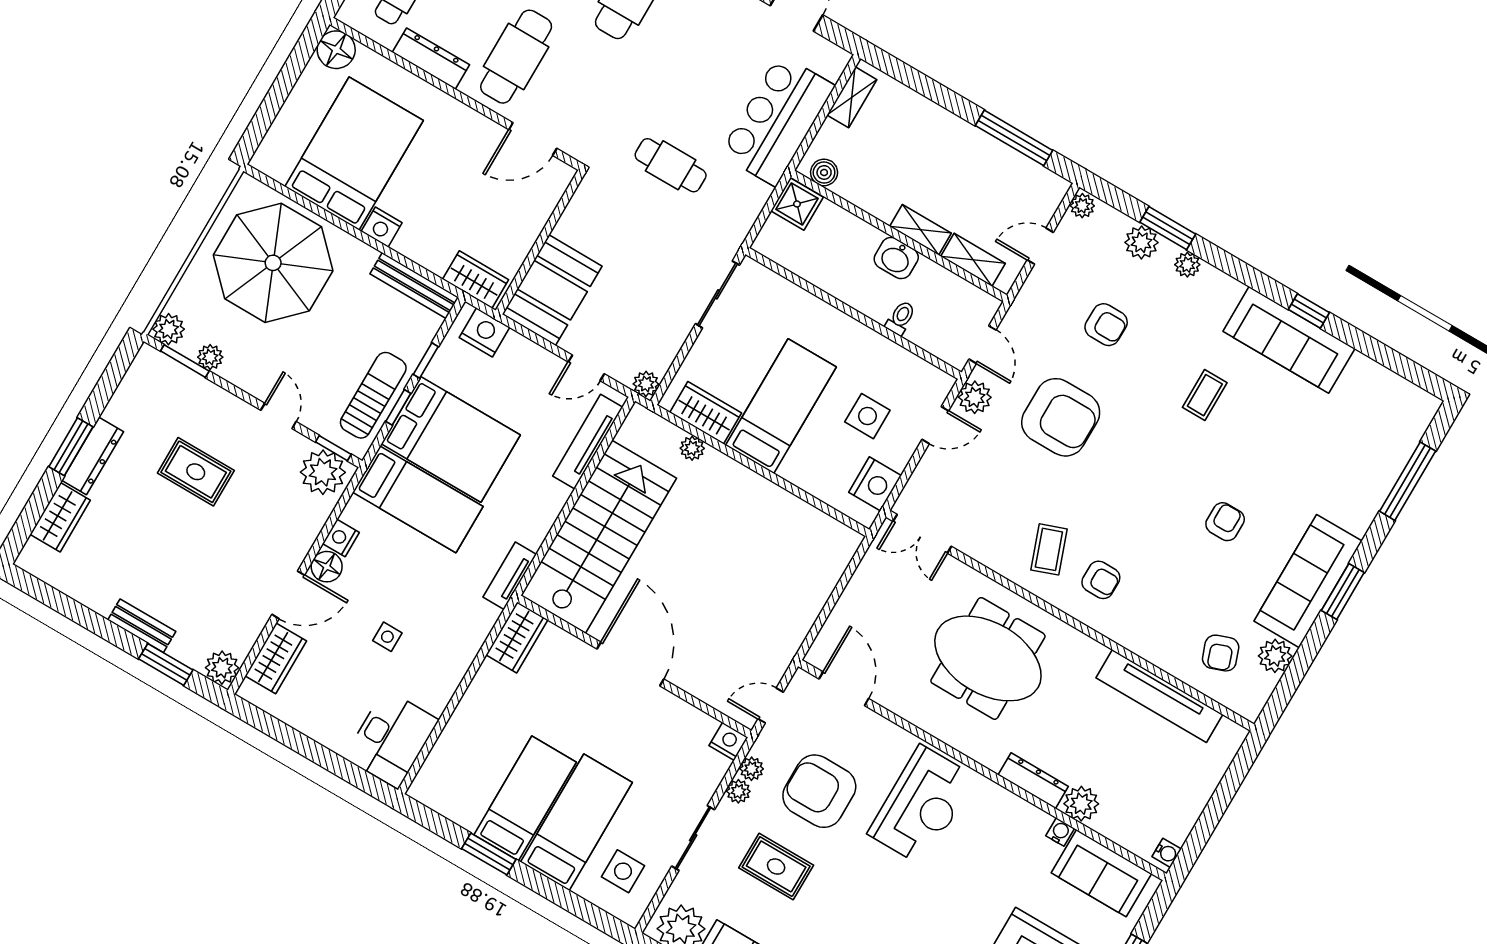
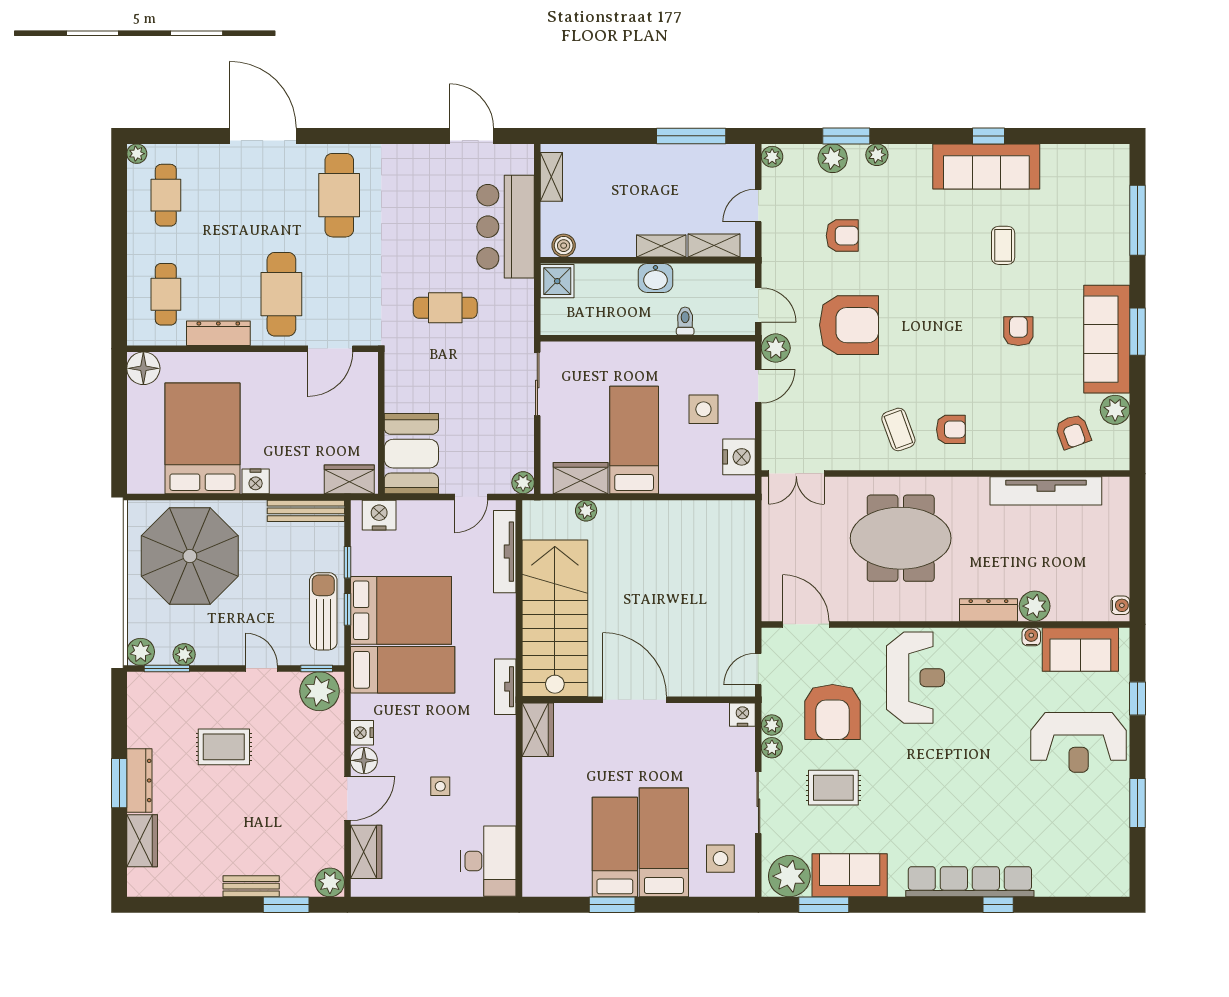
coffee table: (1205, 395) -> (1003, 245), moved
armchair: (819, 791) -> (833, 712), turned -90

